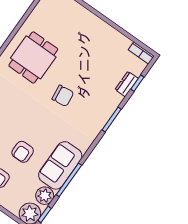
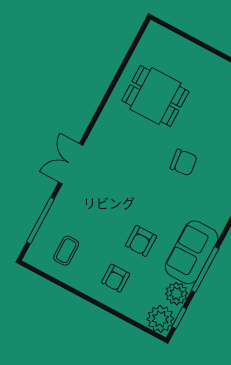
dining table: (33, 57) -> (155, 96), moved, turned 90

